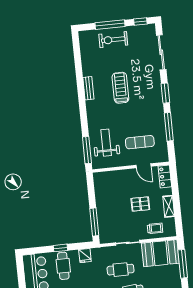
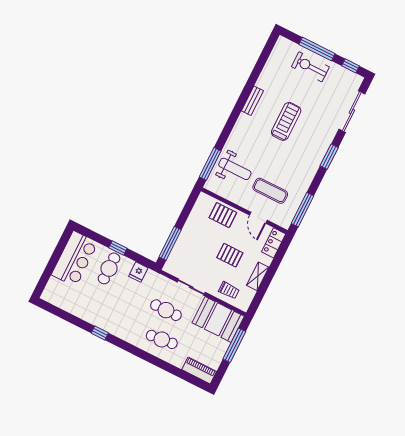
window: (169, 127) -> (302, 210), moved
weight bench: (106, 143) -> (235, 169), turned 90
pallet: (118, 180) -> (223, 215), added

